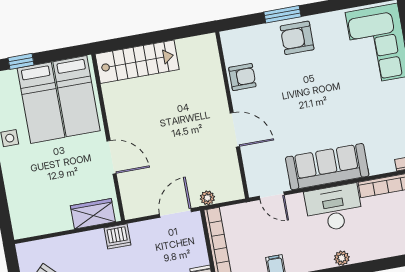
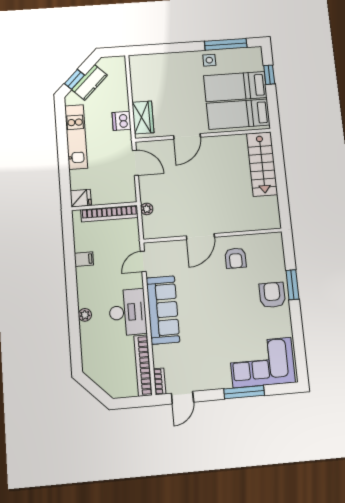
armchair: (242, 77) -> (236, 258), moved
door: (175, 213) -> (135, 163), moved
dishwasher: (117, 236) -> (122, 121), moved

